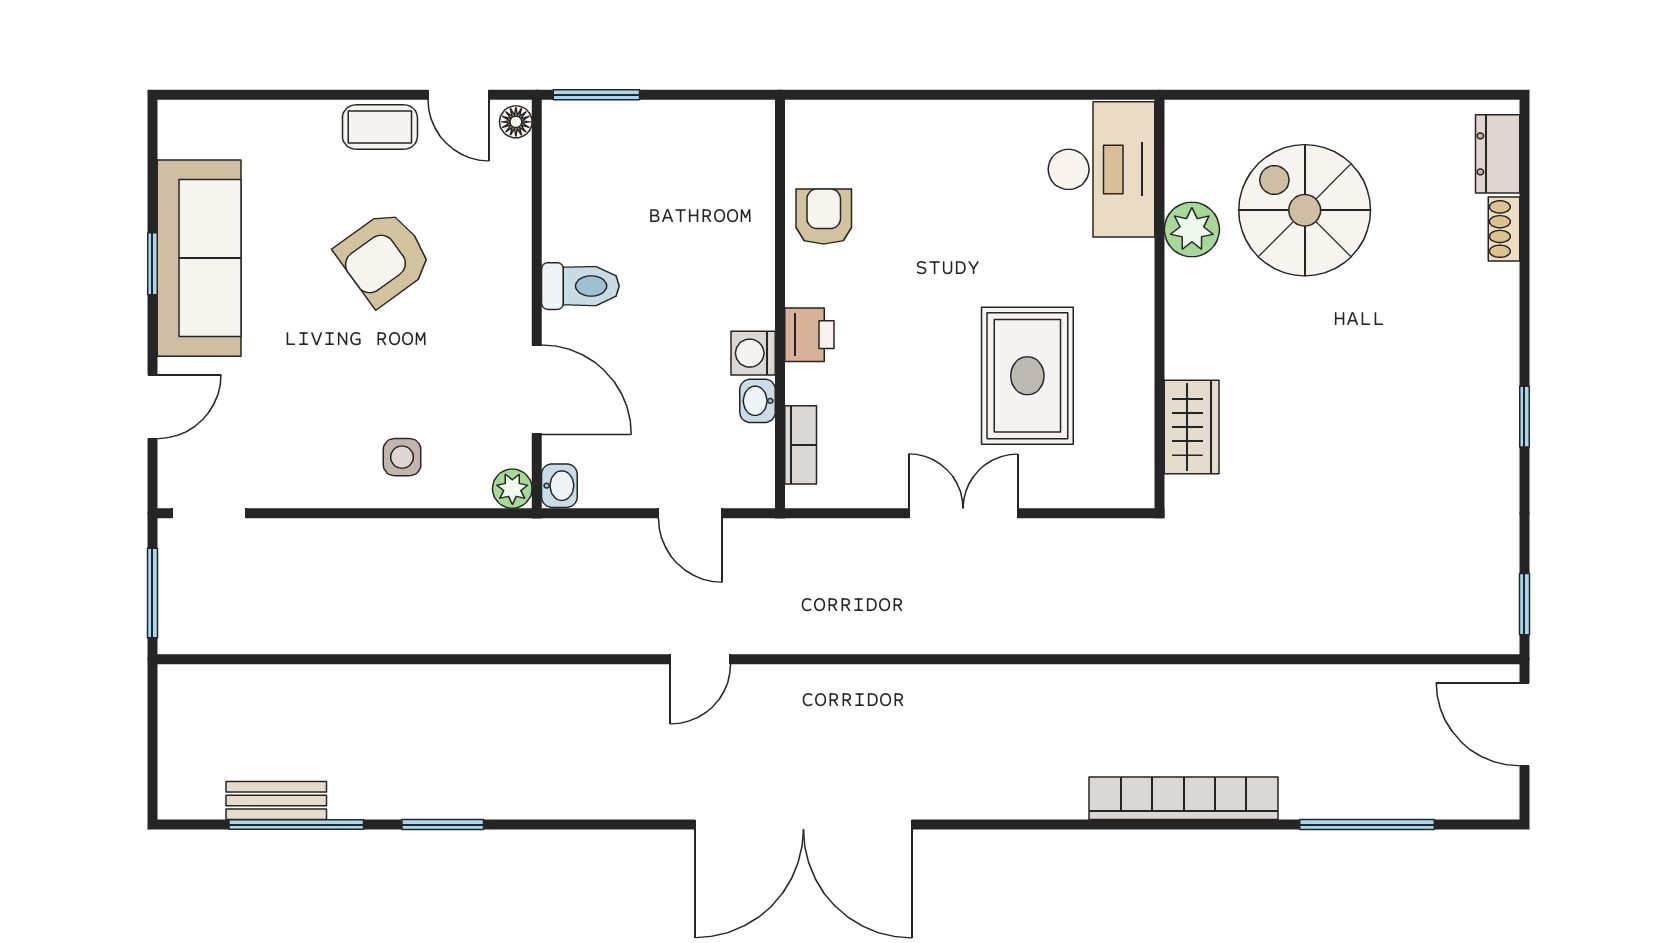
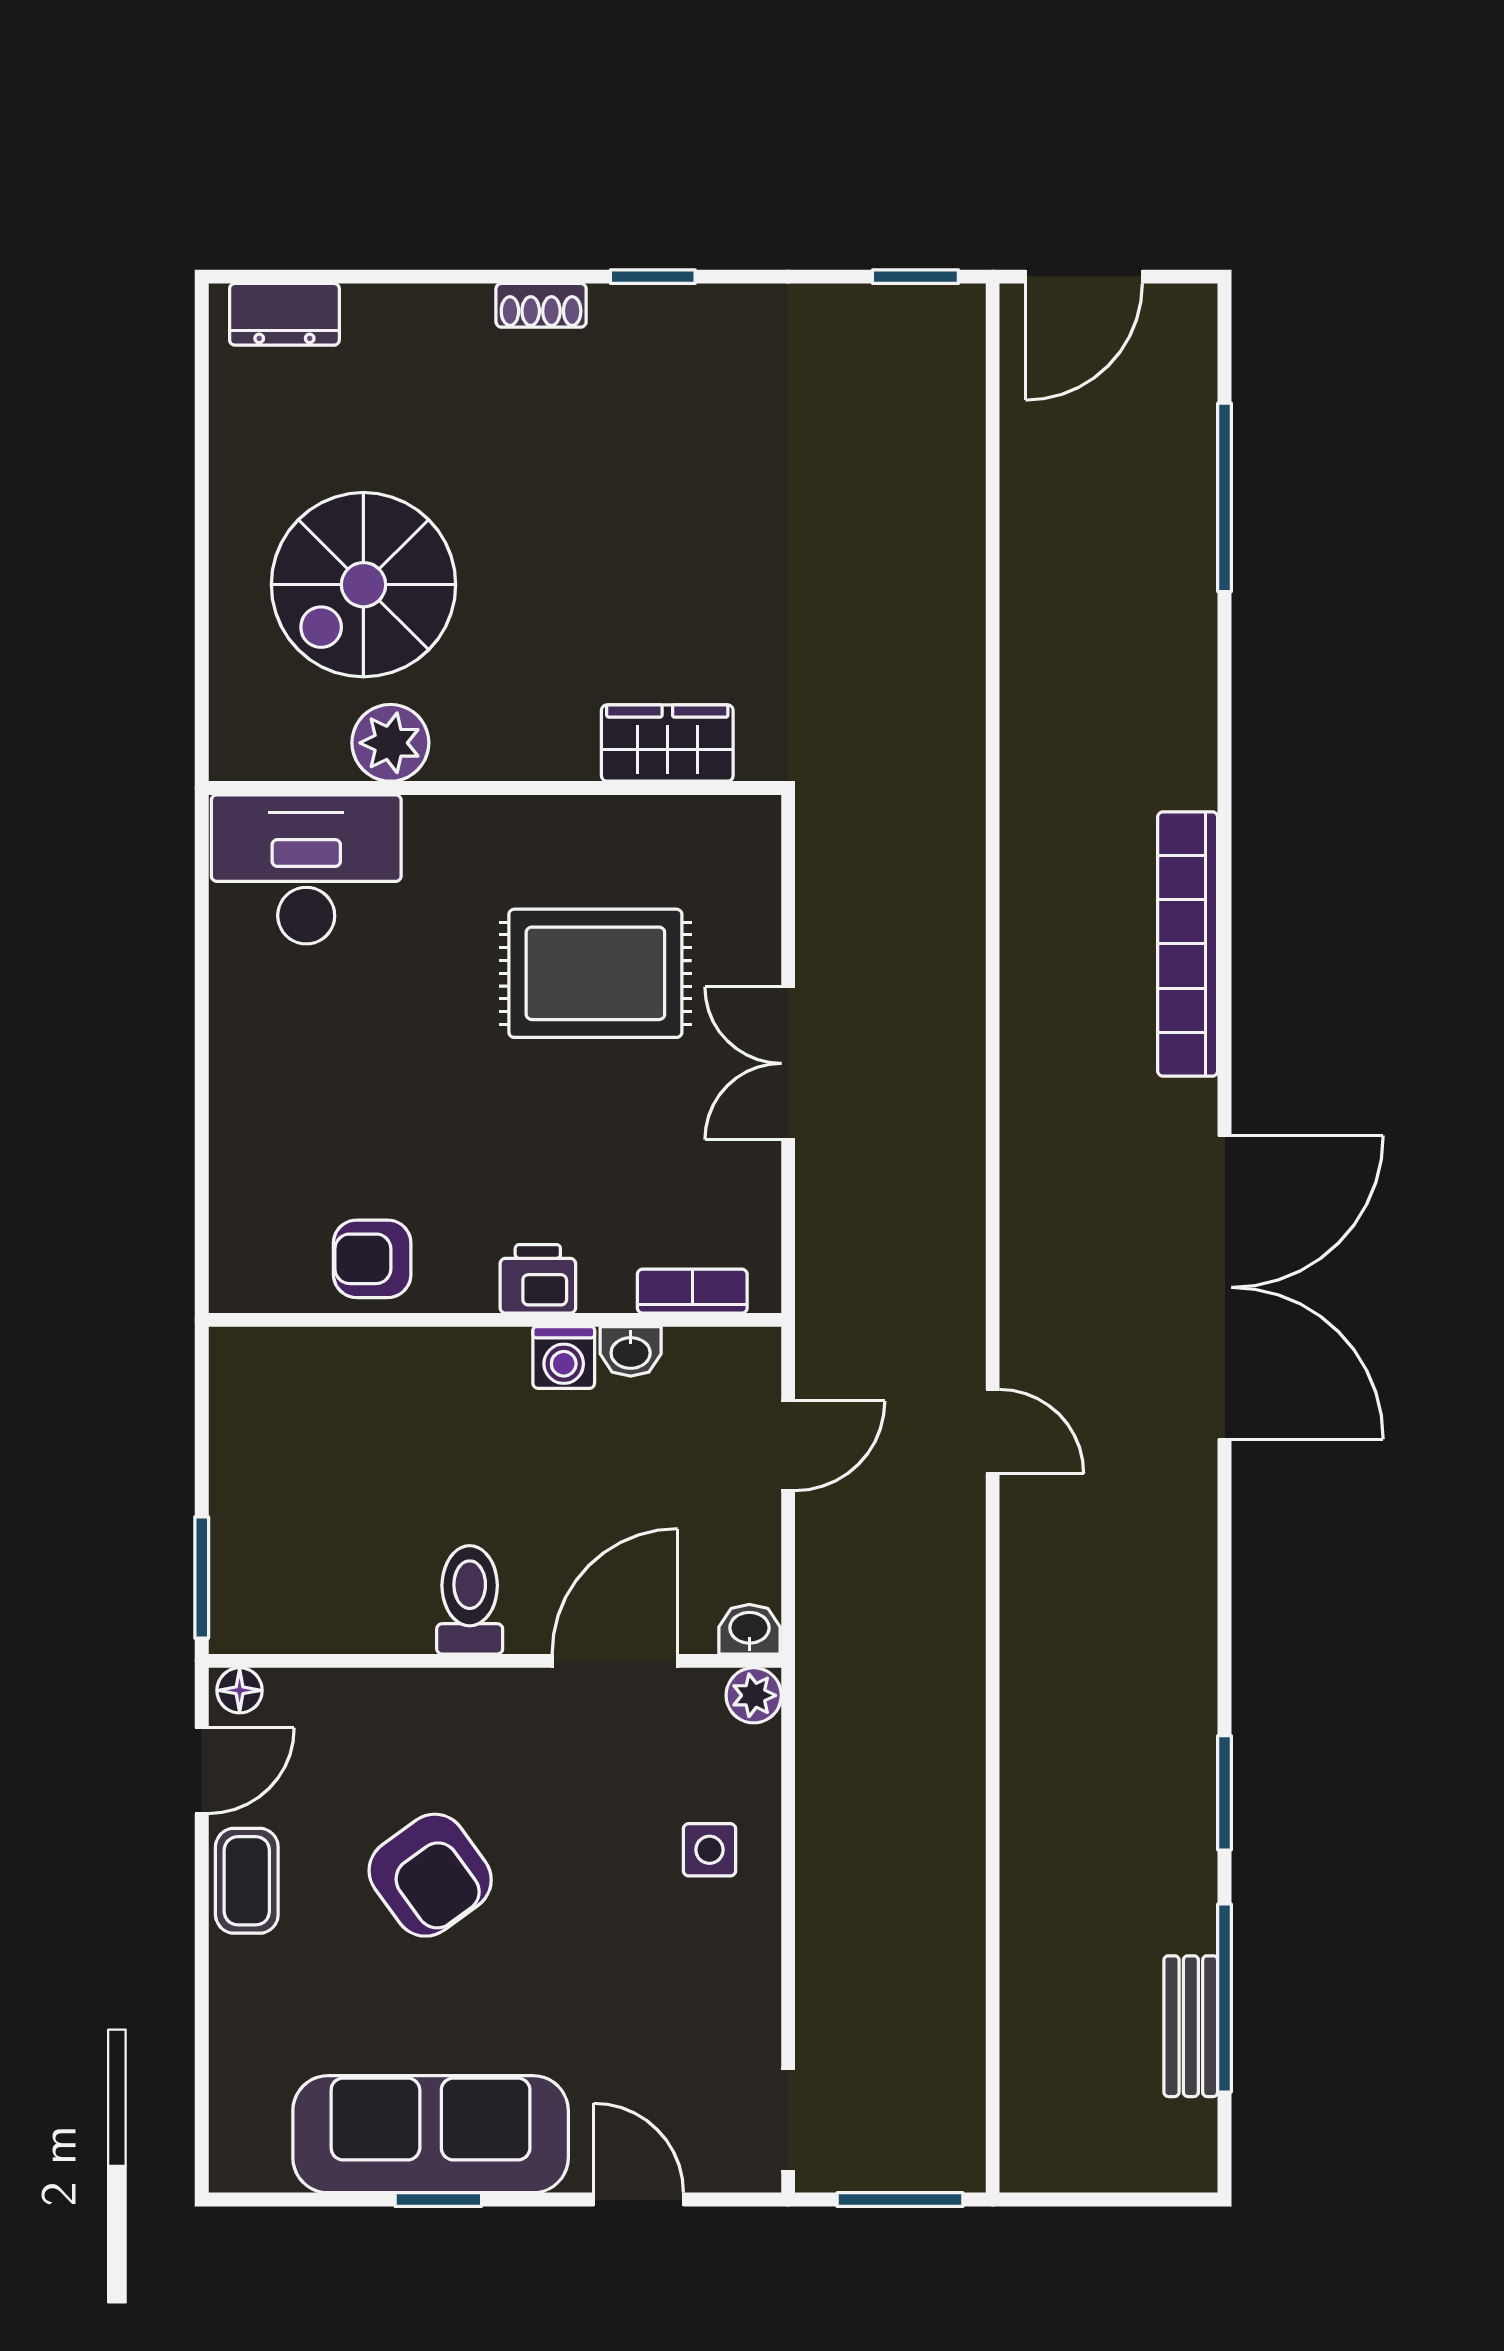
shoe rack: (1504, 229) -> (541, 305), moved
bookcase: (1184, 798) -> (1188, 944), moved

